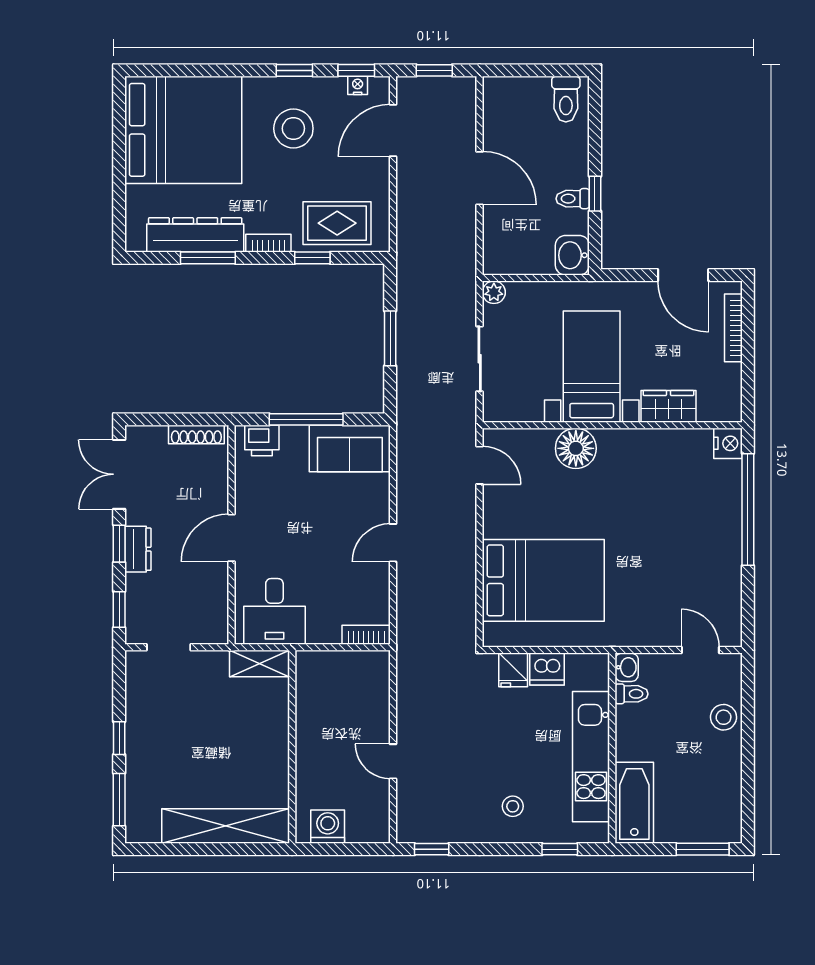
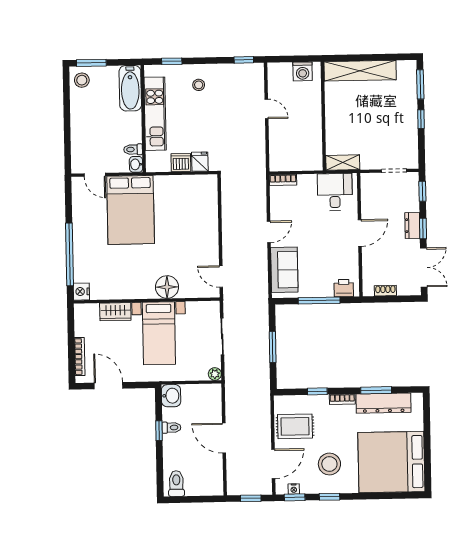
rug: (337, 223) -> (295, 426), moved
shoe rack: (196, 435) -> (385, 291), width x0.70
sofa: (350, 448) -> (284, 270), moved, turned 90
bed: (543, 580) -> (131, 210), moved, turned -90
stool: (724, 717) -> (82, 80), moved

